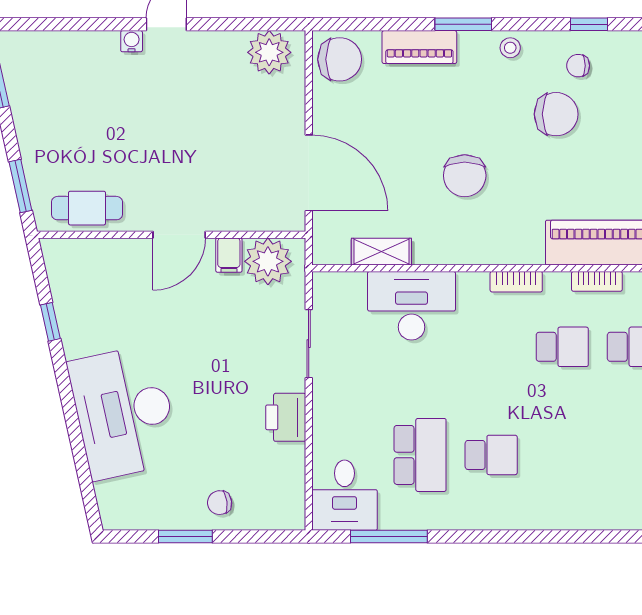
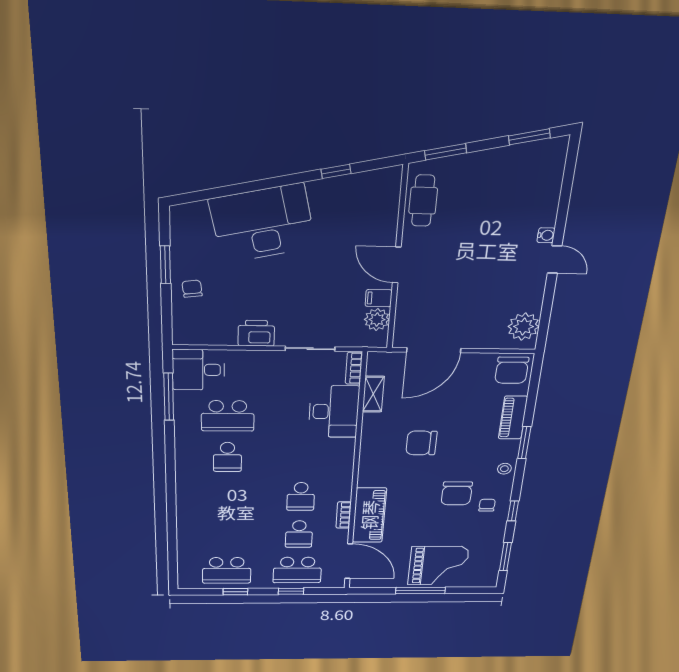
plant: (268, 261) -> (377, 320), width x0.73, depth x0.73
bookcase: (516, 282) -> (354, 368), moved

